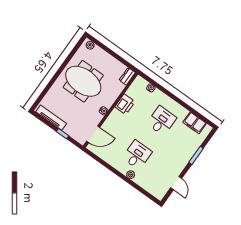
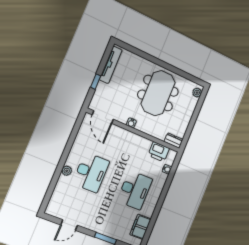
printer: (125, 104) -> (159, 152), moved
desk: (162, 121) -> (135, 190), width x1.37
desk: (137, 155) -> (91, 172), width x1.37

